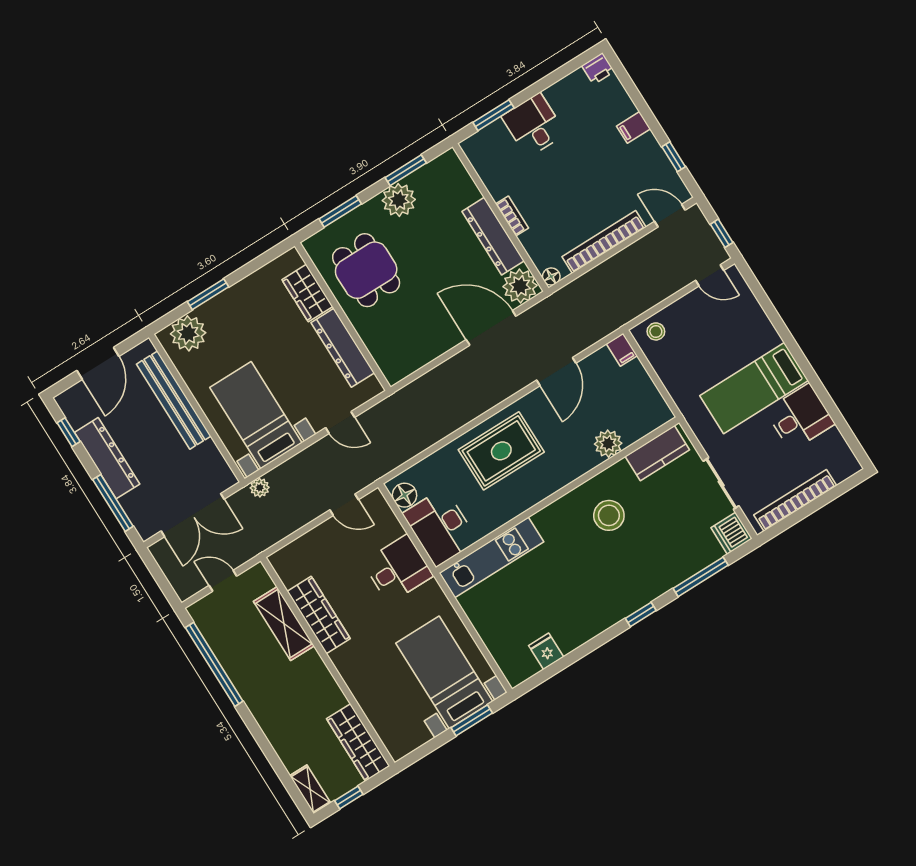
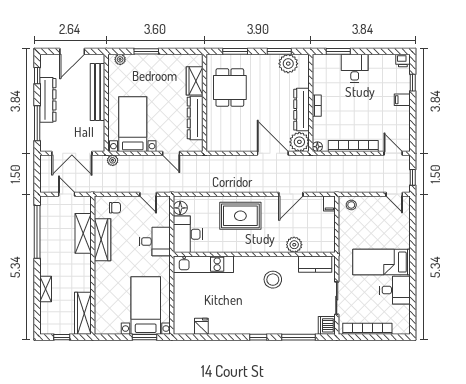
window: (674, 157) -> (413, 83), moved
plant: (399, 200) -> (288, 64), moved
plant: (188, 333) -> (120, 59), width x0.53, depth x0.53
chair: (307, 556) -> (115, 208), added
shelving: (310, 789) -> (46, 289), moved

